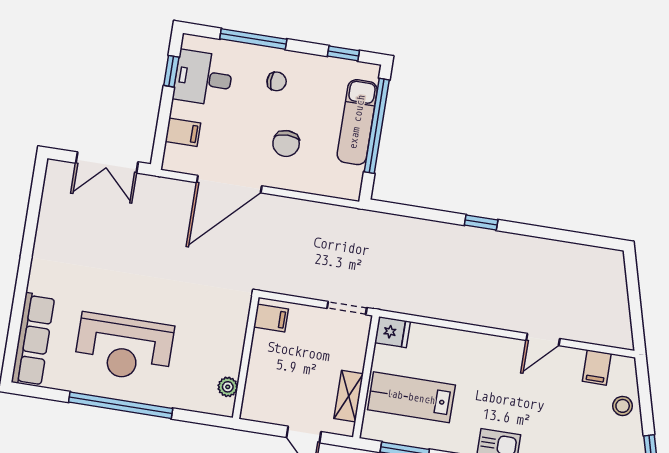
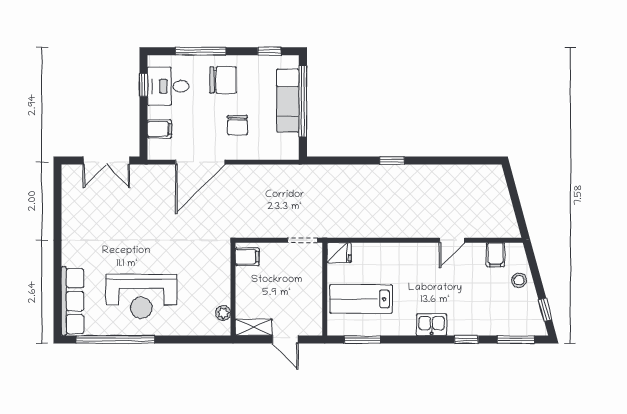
chair: (277, 81) -> (223, 80), width x1.87, depth x1.87
shelving: (349, 396) -> (254, 327), moved, turned 90
window: (121, 405) -> (115, 339), moved

